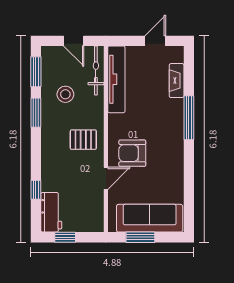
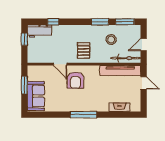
door: (155, 41) -> (144, 83), moved
window: (189, 118) -> (83, 115), moved
armchair: (132, 153) -> (75, 80), turned 180
sofa: (150, 218) -> (36, 96), width x0.73

